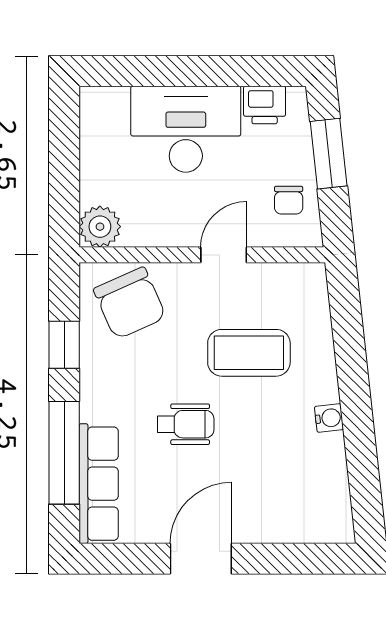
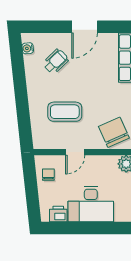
window: (329, 154) -> (32, 194), removed
water cooler: (329, 418) -> (28, 48), moved
wheelchair: (186, 424) -> (56, 61), moved, turned 136

